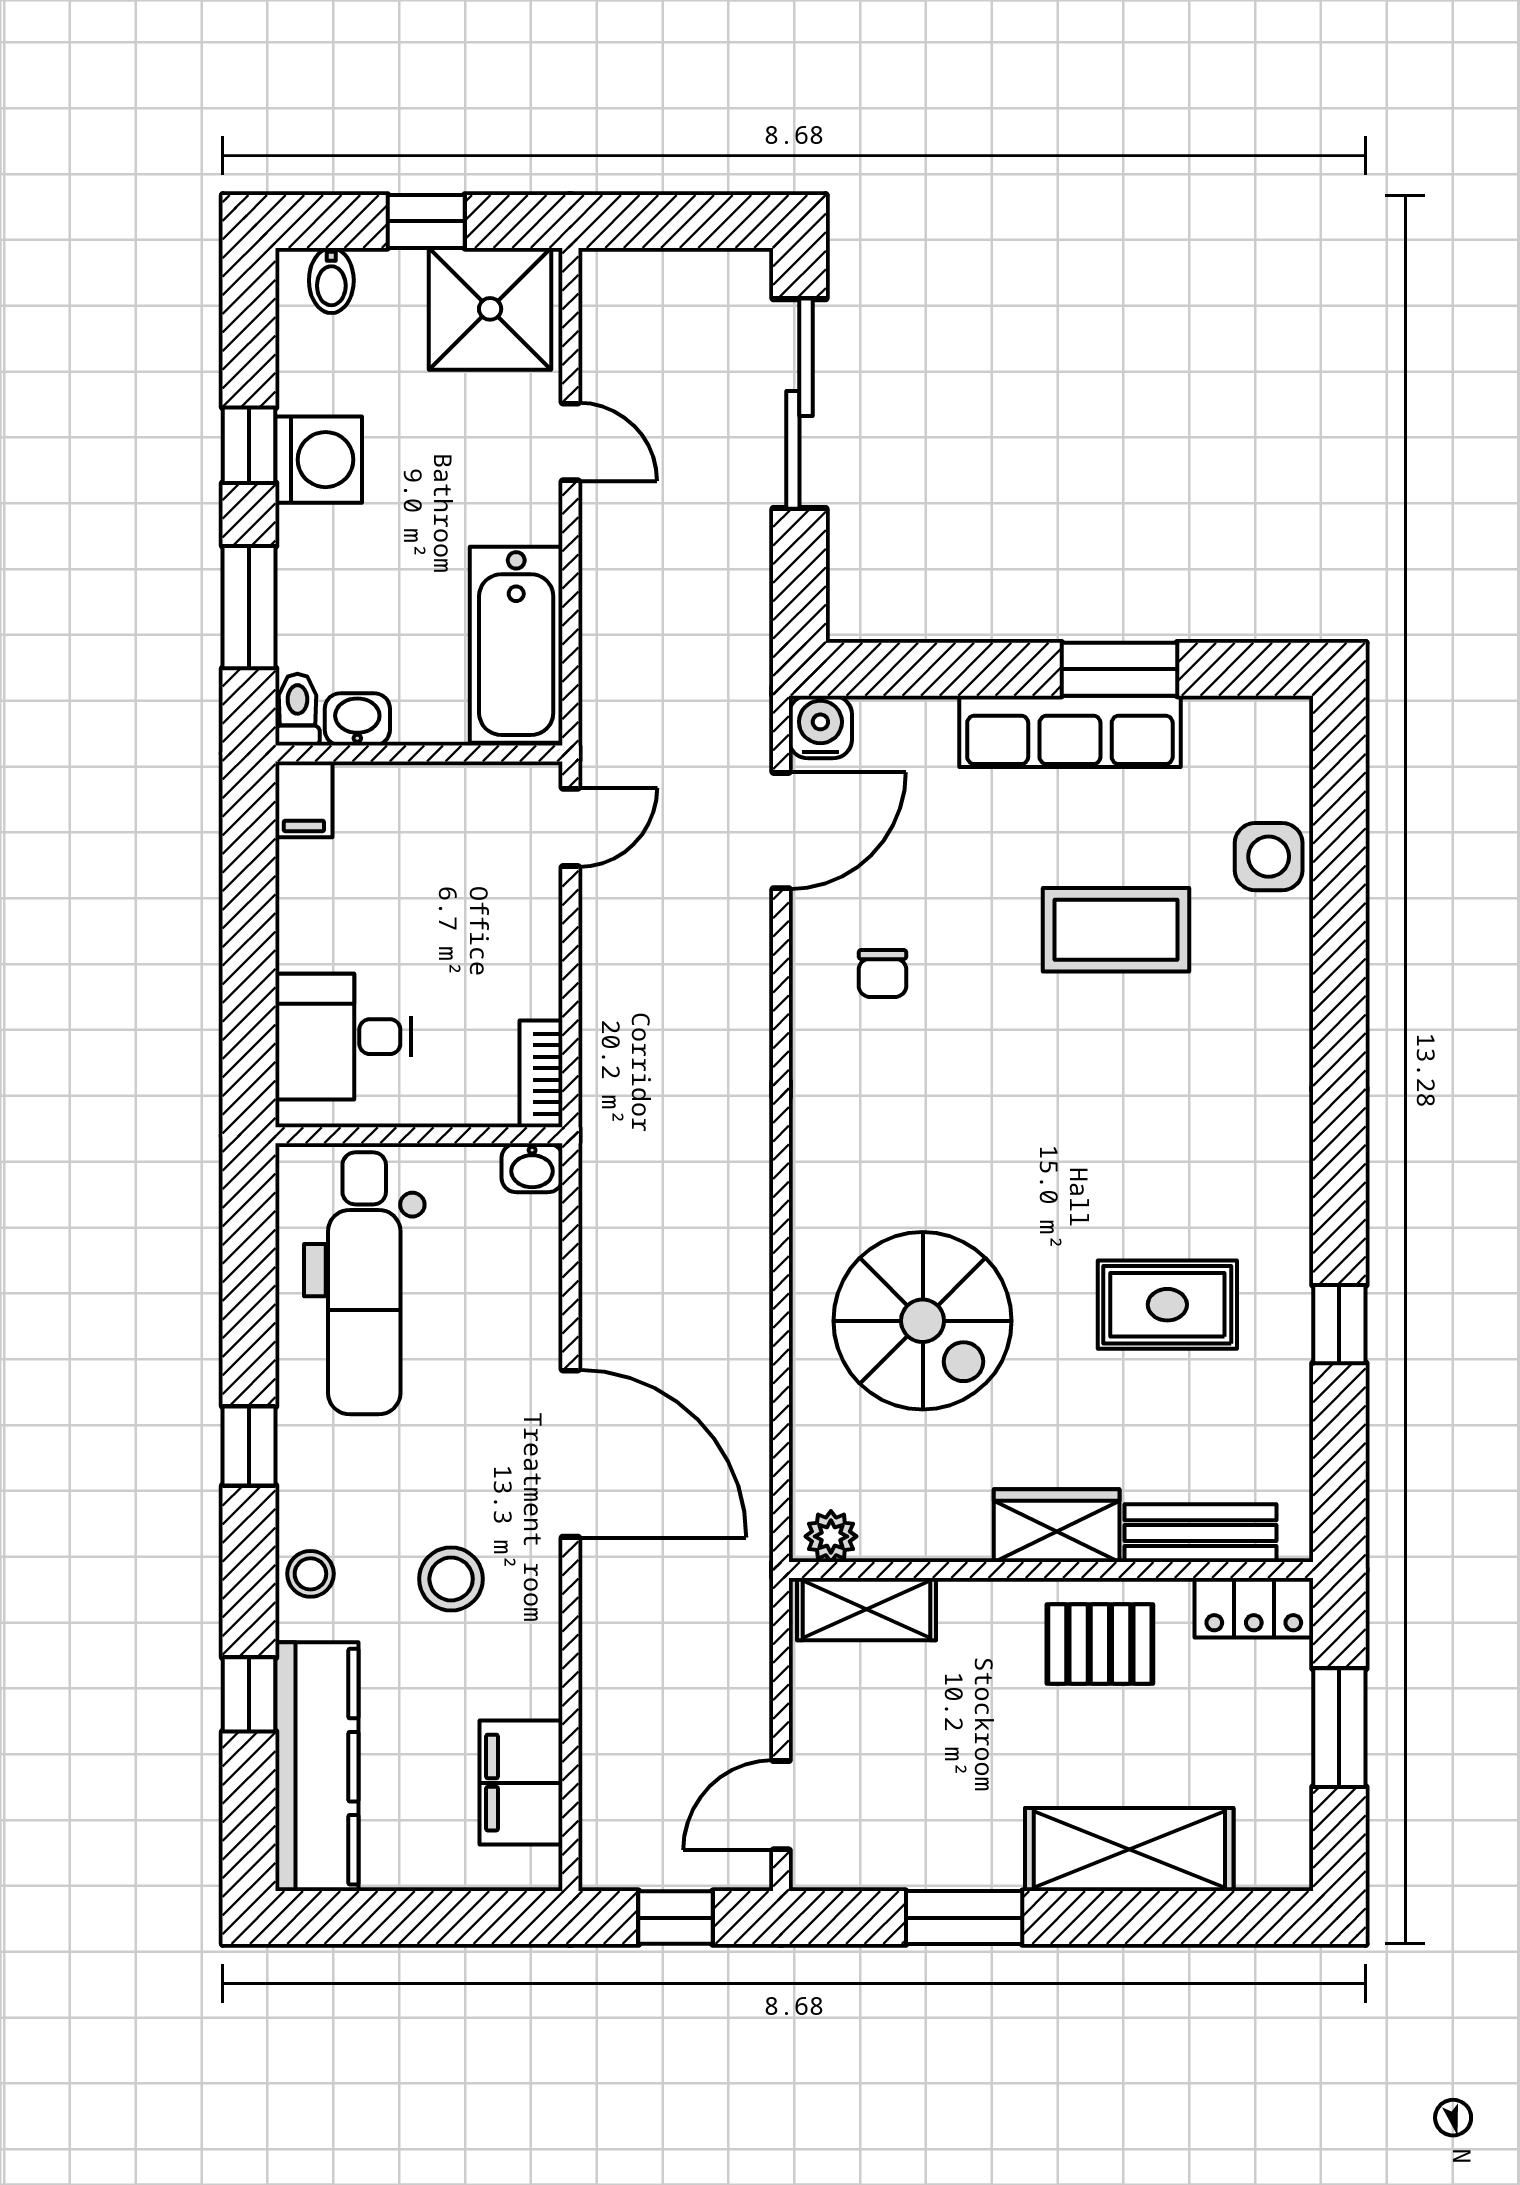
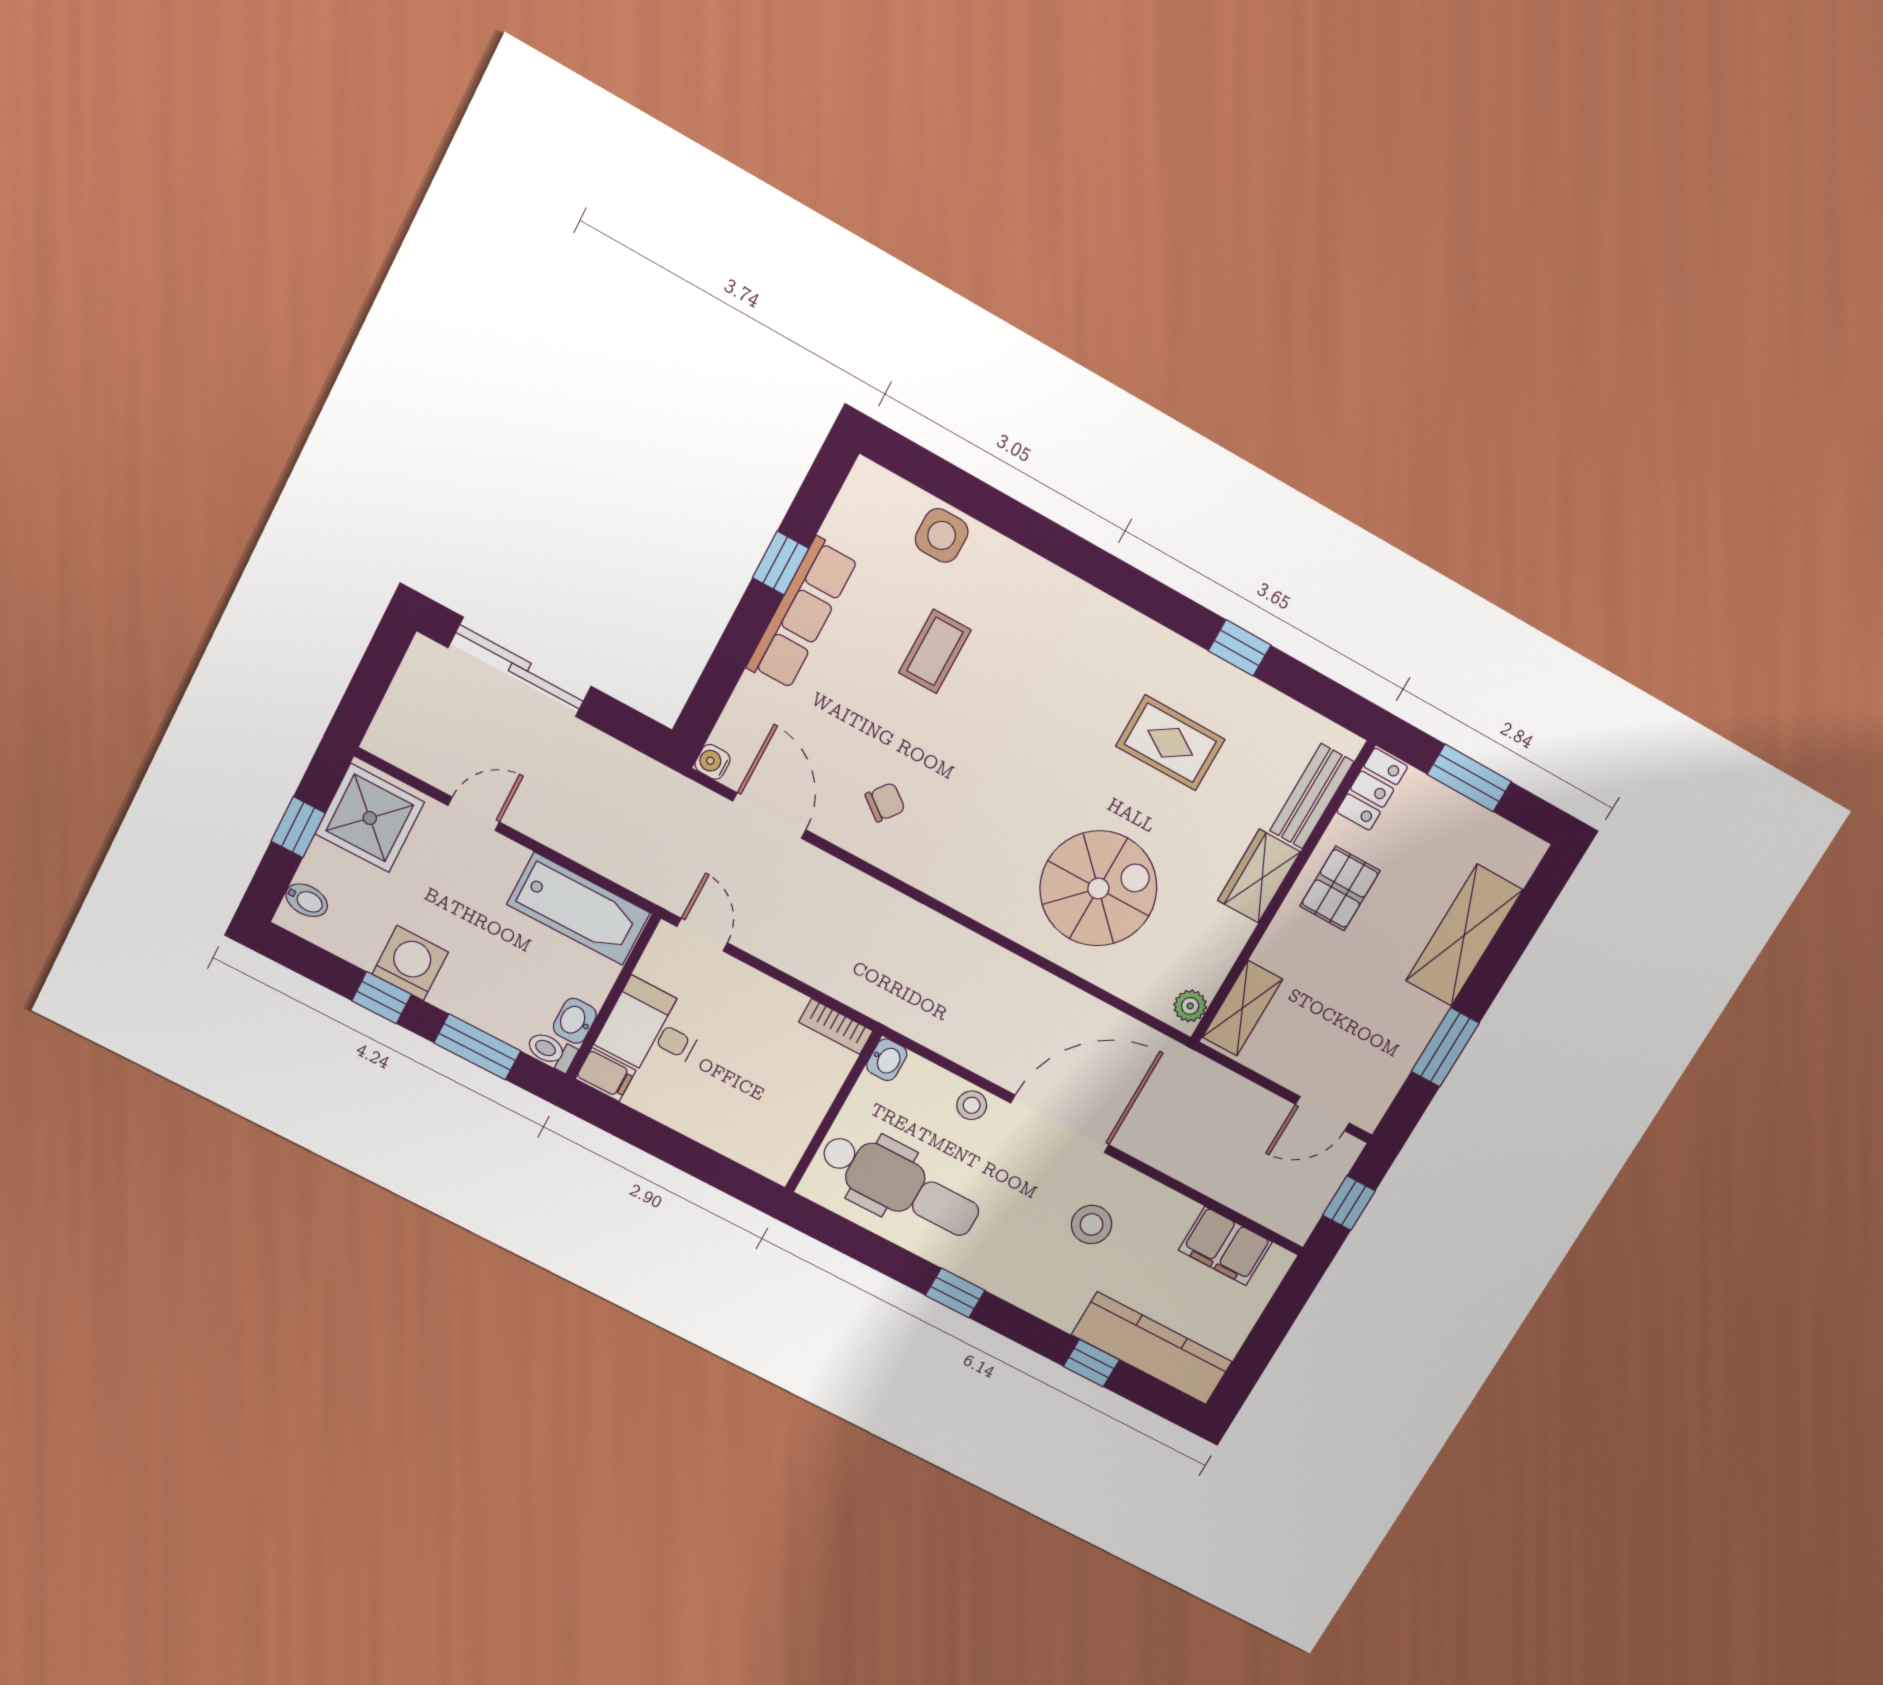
window: (1119, 669) -> (781, 563), width x0.67
water cooler: (820, 727) -> (713, 762), width x0.72, depth x0.72
coffee table: (1116, 930) -> (935, 651), width x0.73, depth x0.77
chair: (882, 973) -> (885, 802), turned -52
desk: (343, 1037) -> (652, 1030), moved, turned 90
rug: (1167, 1305) -> (1170, 743), turned 90
stool: (310, 1574) -> (972, 1105), moved
door: (781, 1805) -> (1322, 1114), hinge flipped

